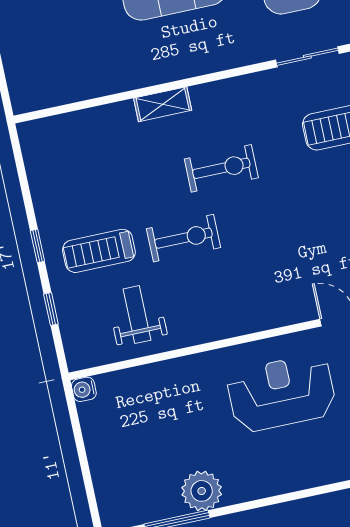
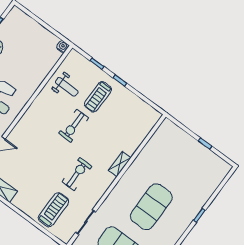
exercise bike: (221, 168) -> (77, 174), moved, turned 180
treadmill: (99, 251) -> (98, 97), turned 180

